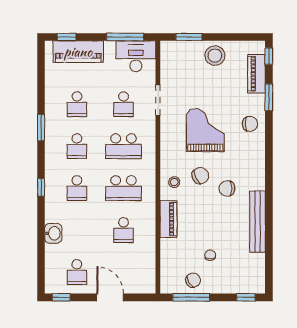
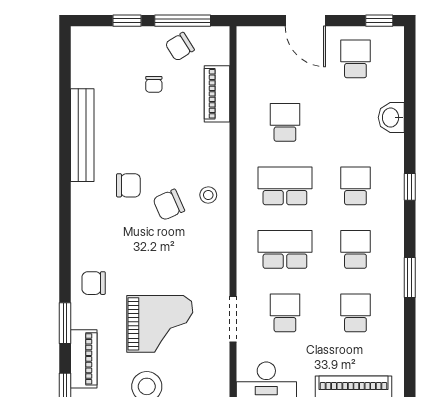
grand piano: (205, 130) -> (160, 324), moved, turned -90
piano: (168, 219) -> (217, 94), moved
window: (246, 297) -> (127, 21), moved

